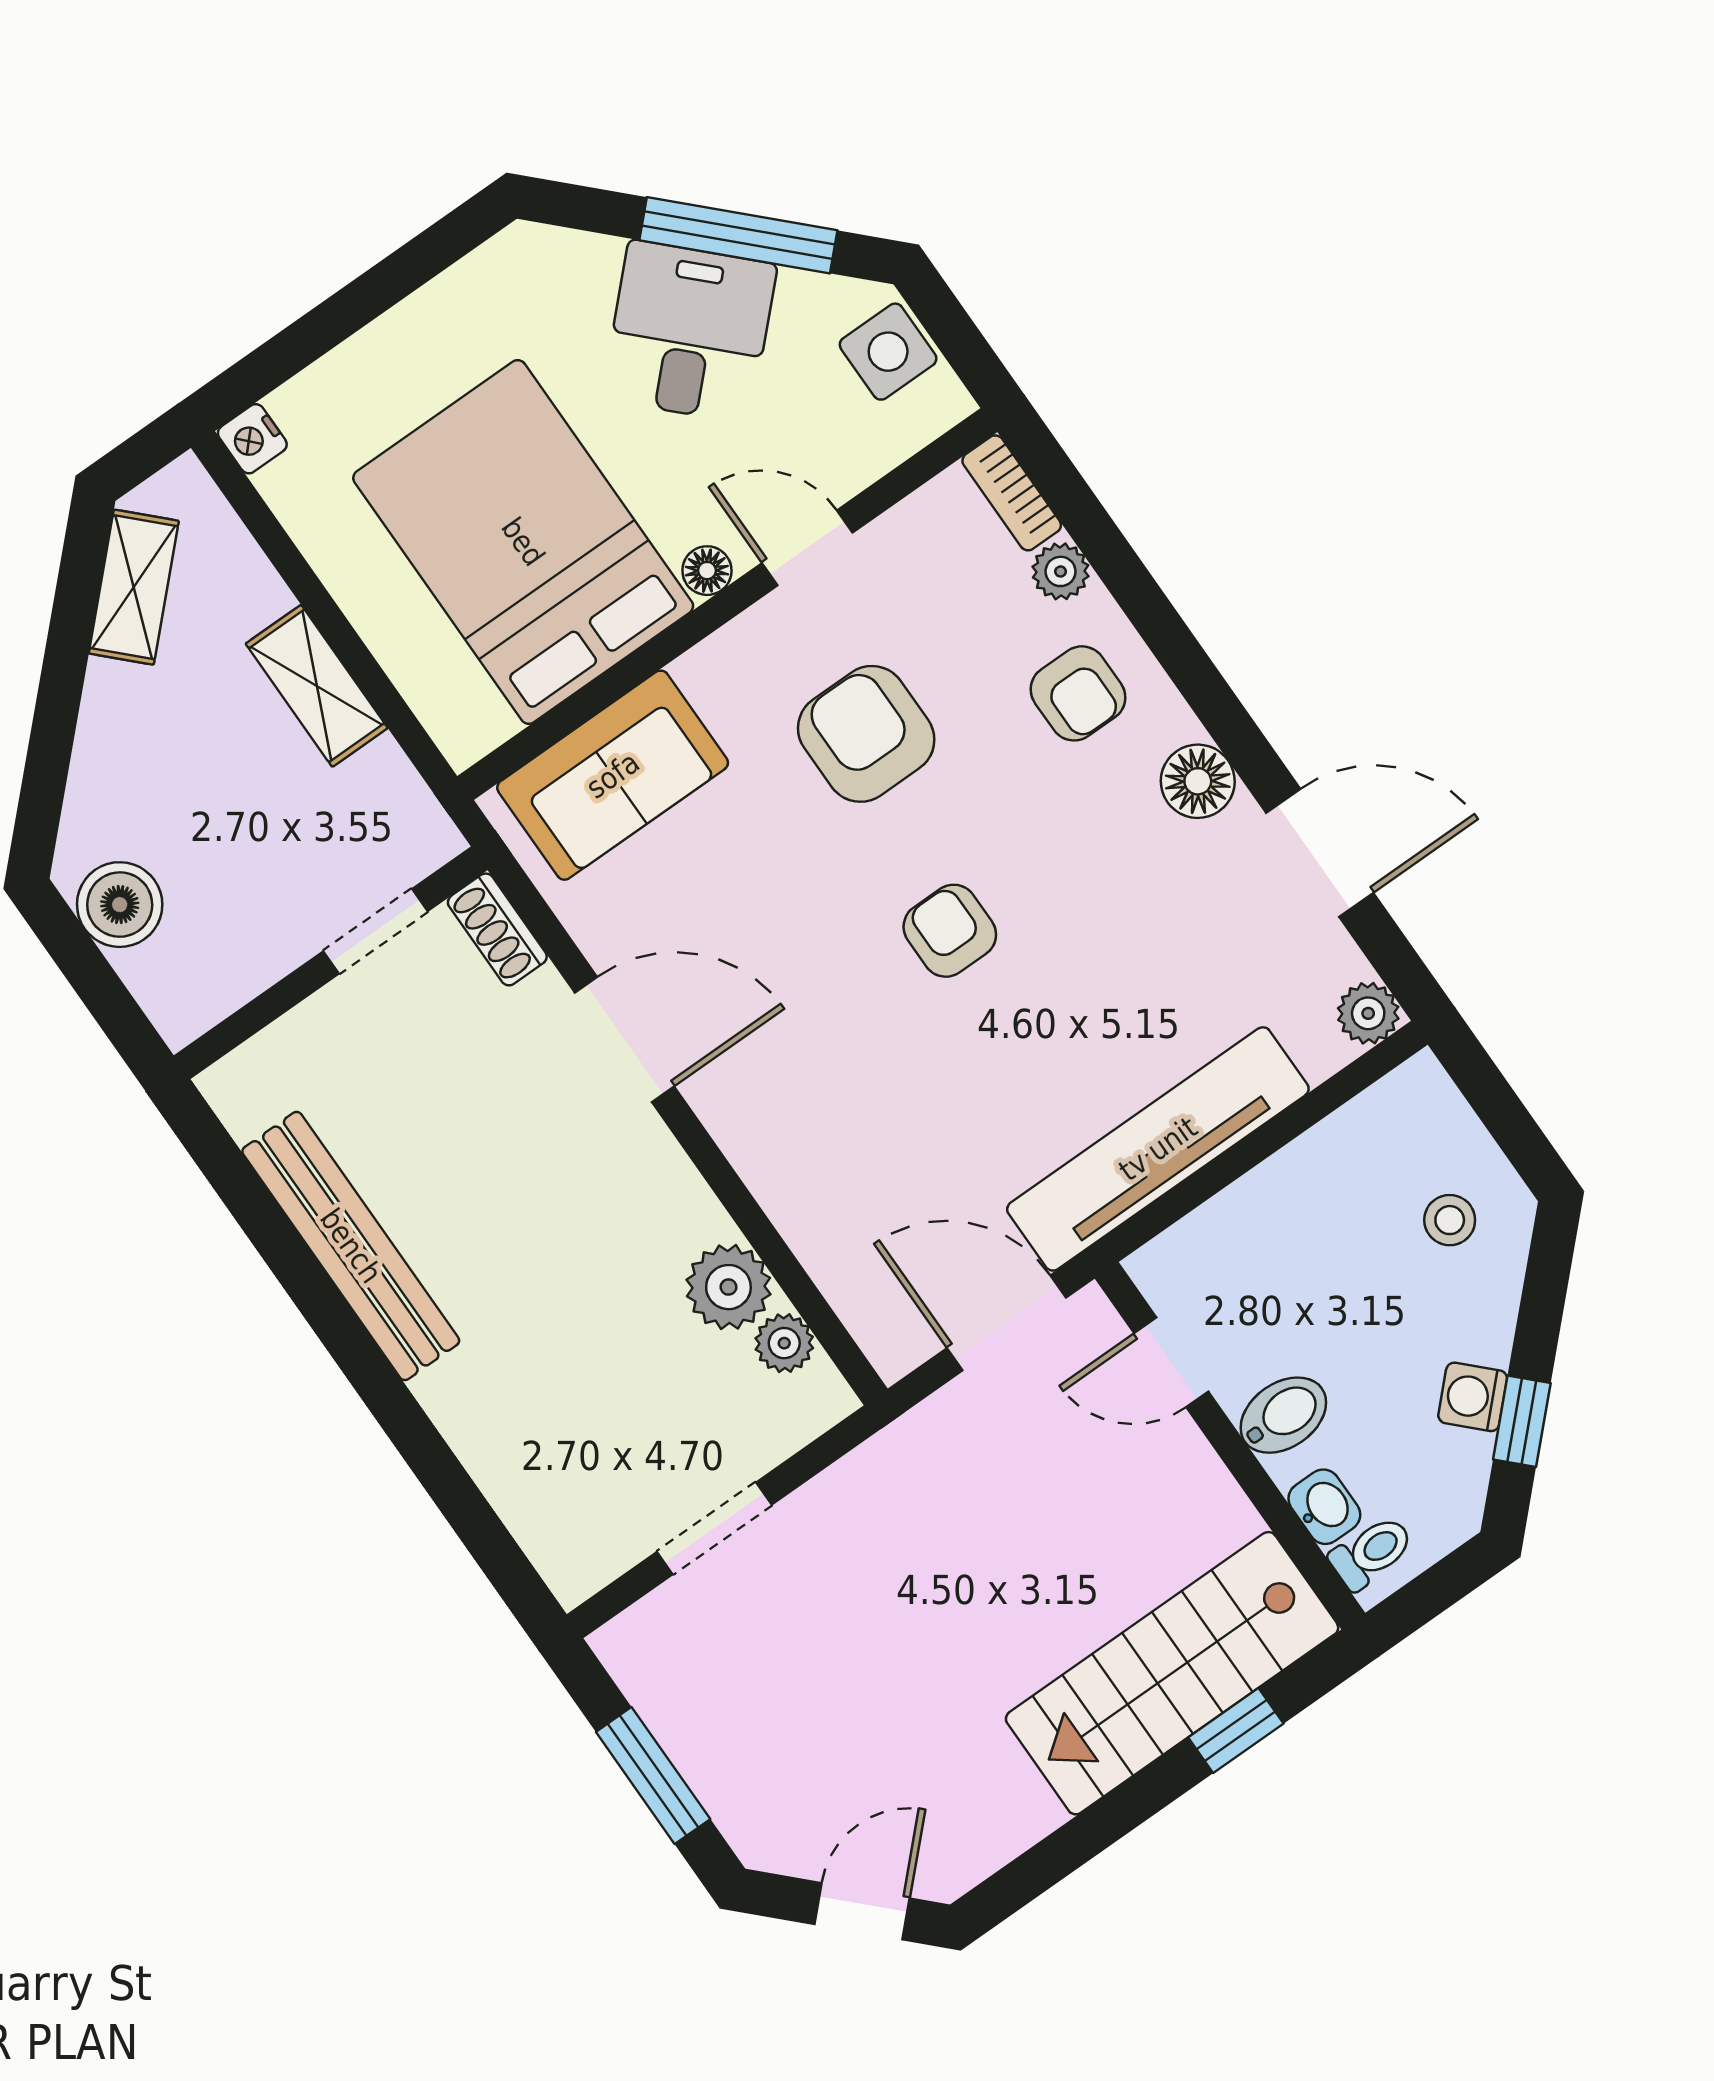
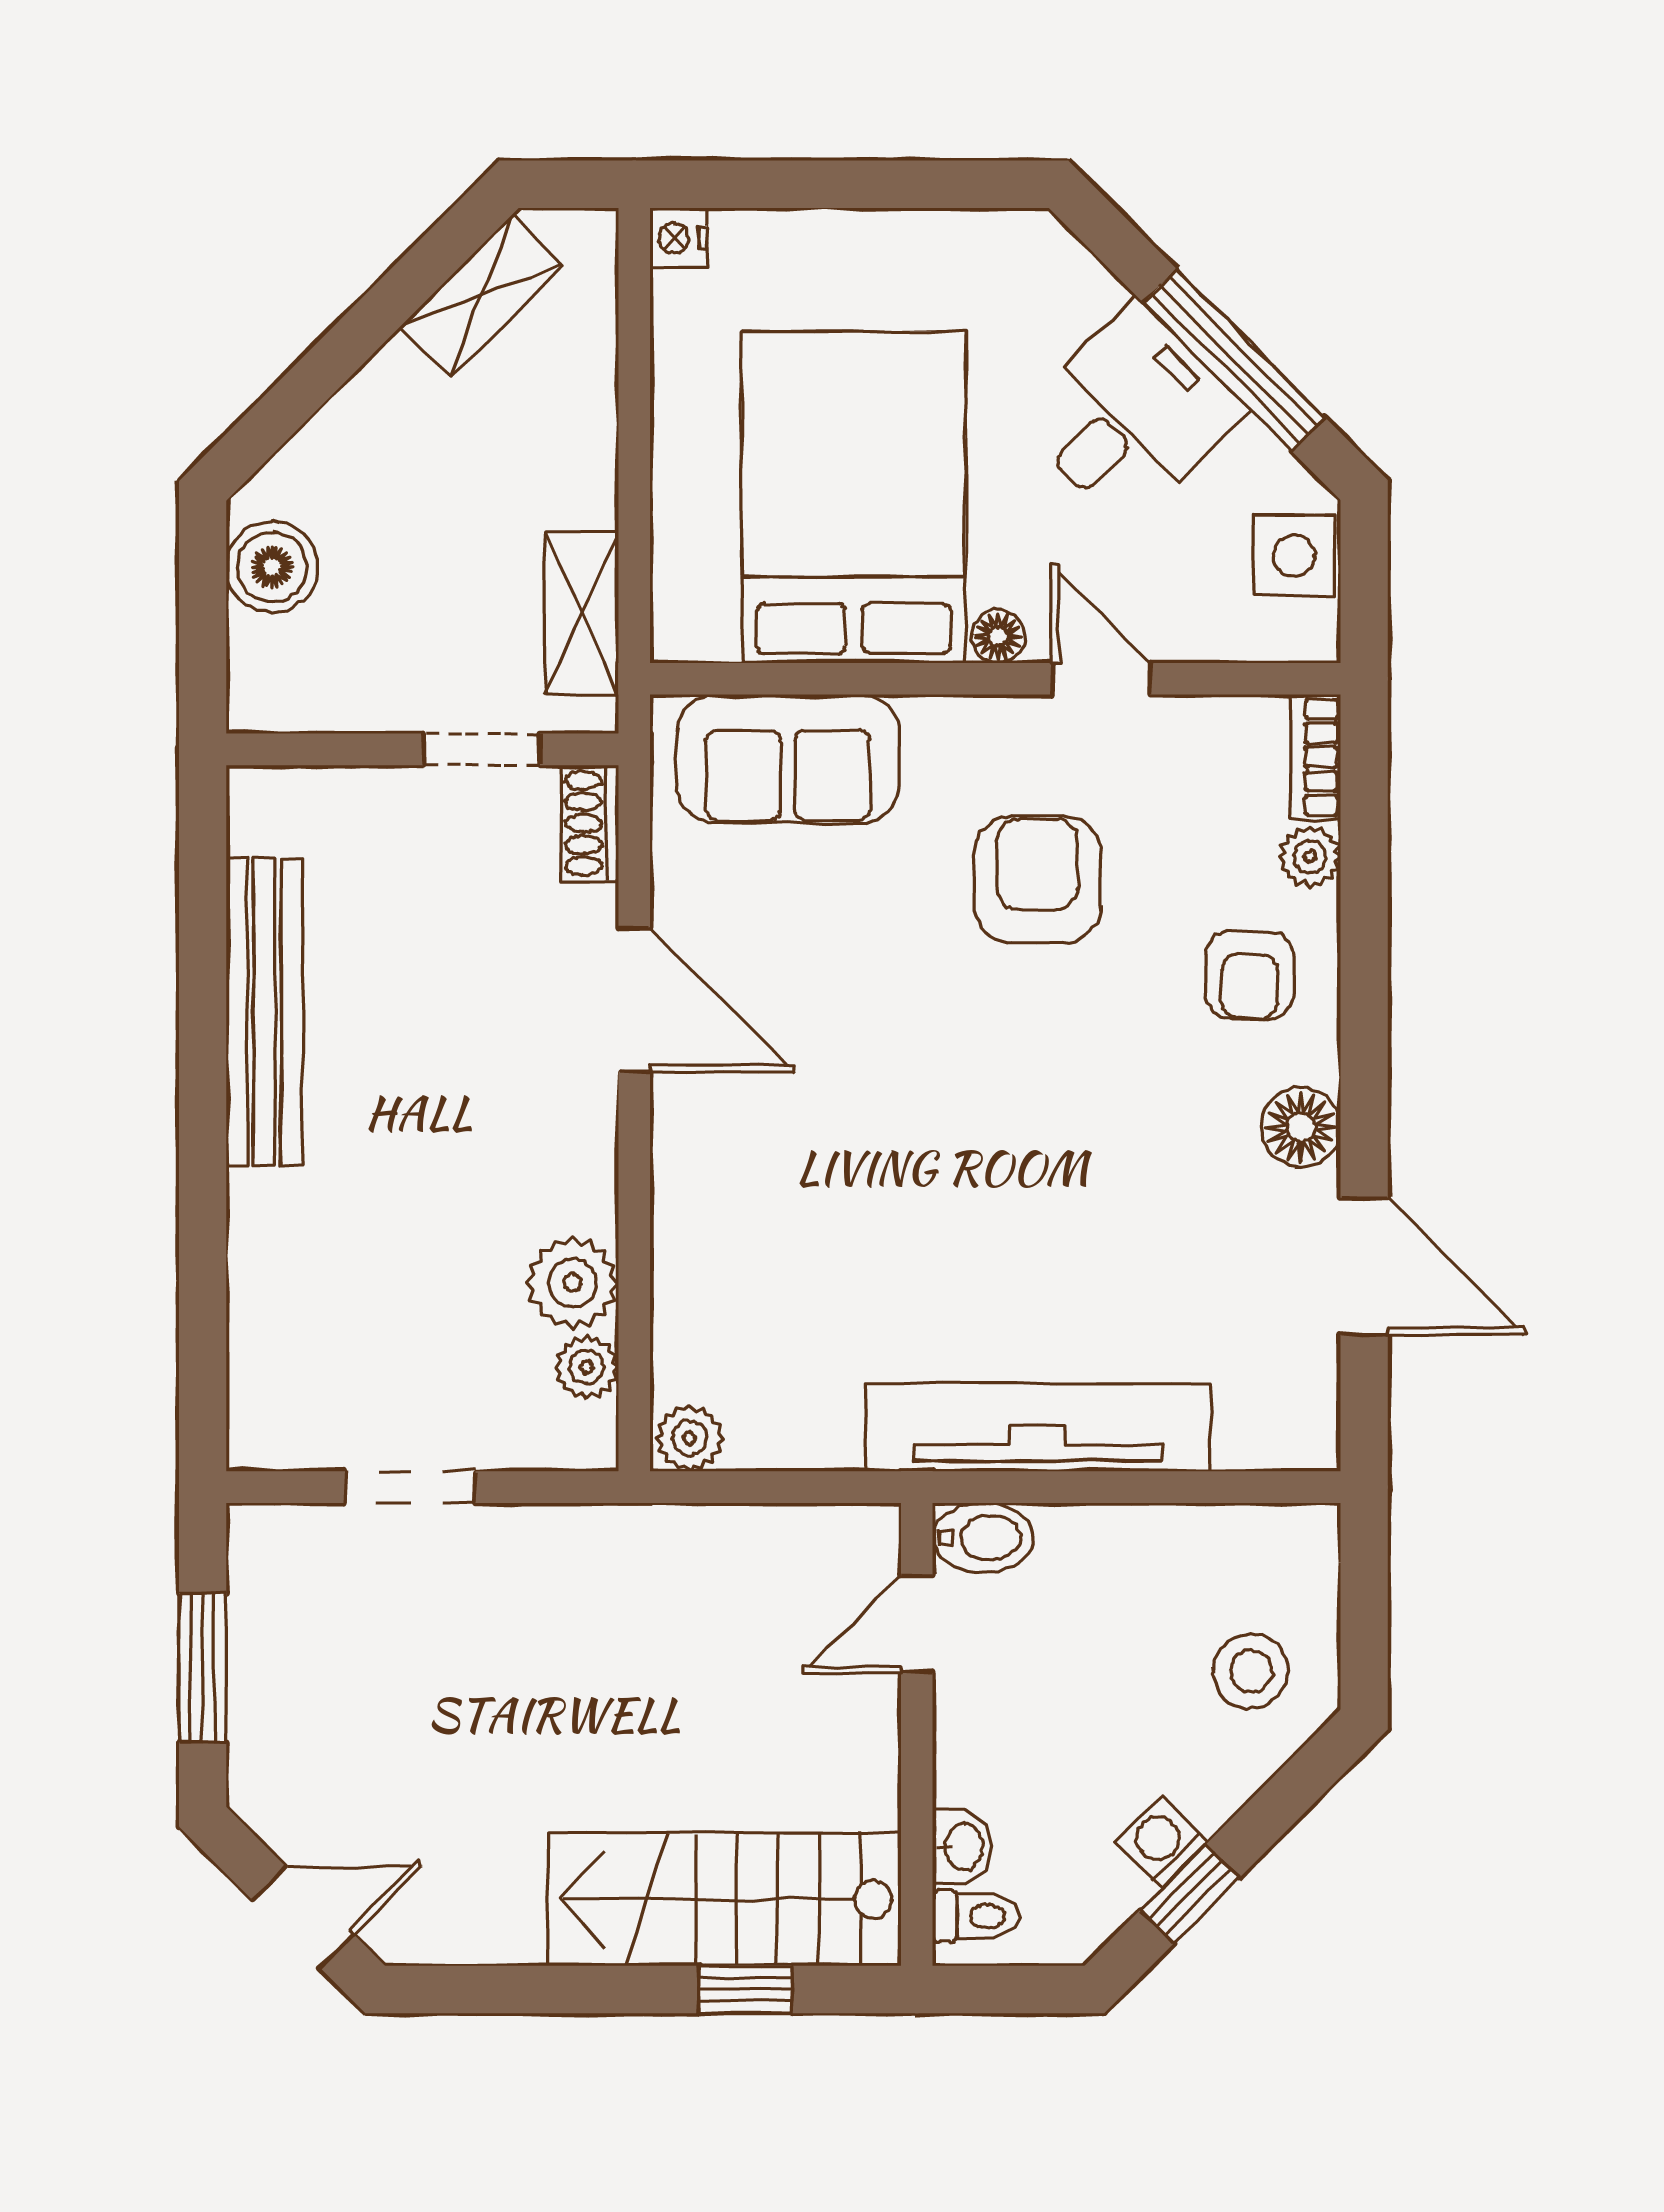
shelving: (317, 686) -> (582, 613), moved
armchair: (950, 931) -> (989, 1105), removed
plant: (1368, 1013) -> (689, 1438), moved
stool: (1450, 1220) -> (1251, 1671), width x1.37, depth x1.37
door: (1007, 1323) -> (796, 1487), removed
door: (1171, 1362) -> (917, 1624), hinge flipped
bidet: (1283, 1415) -> (983, 1538), moved

